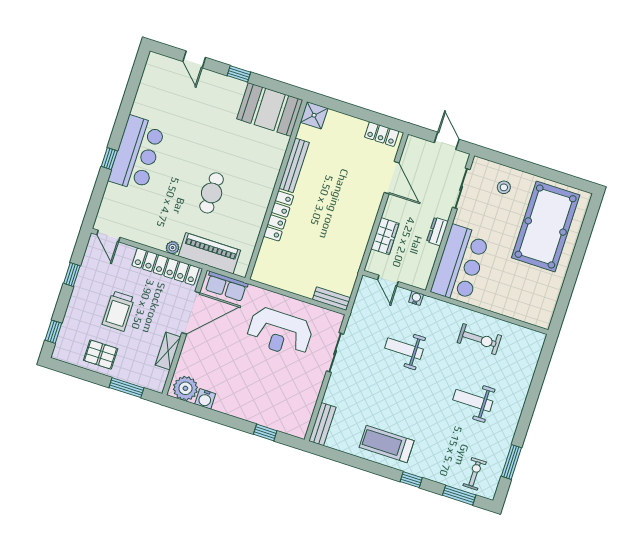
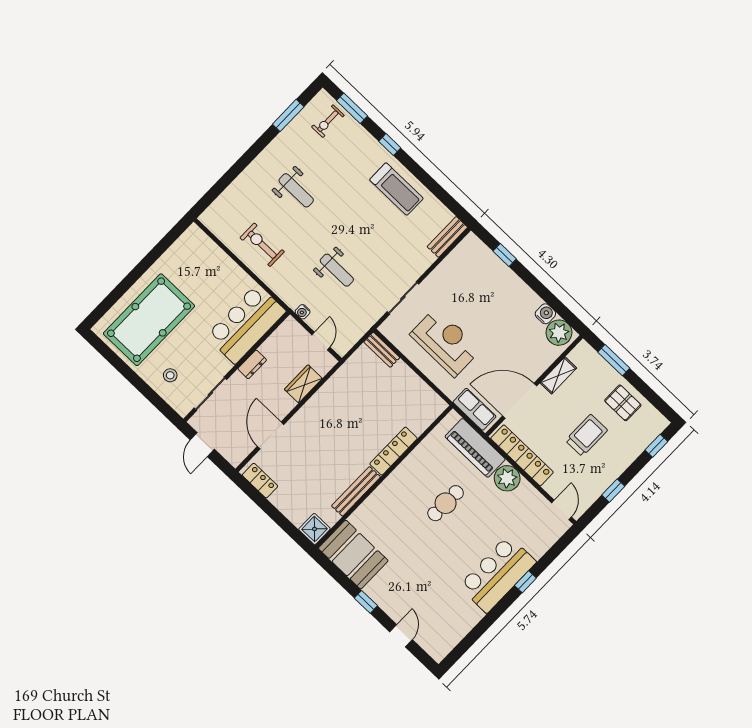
plant: (173, 248) -> (507, 478), width x1.88, depth x1.88

